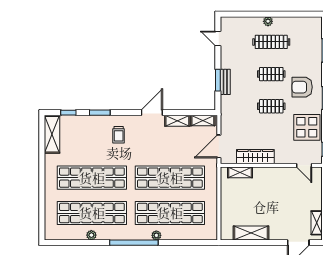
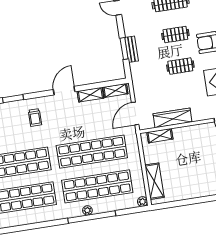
shelving: (251, 233) -> (154, 181), moved, turned 90
plant: (91, 235) -> (142, 202), moved
window: (134, 243) -> (92, 217), moved

